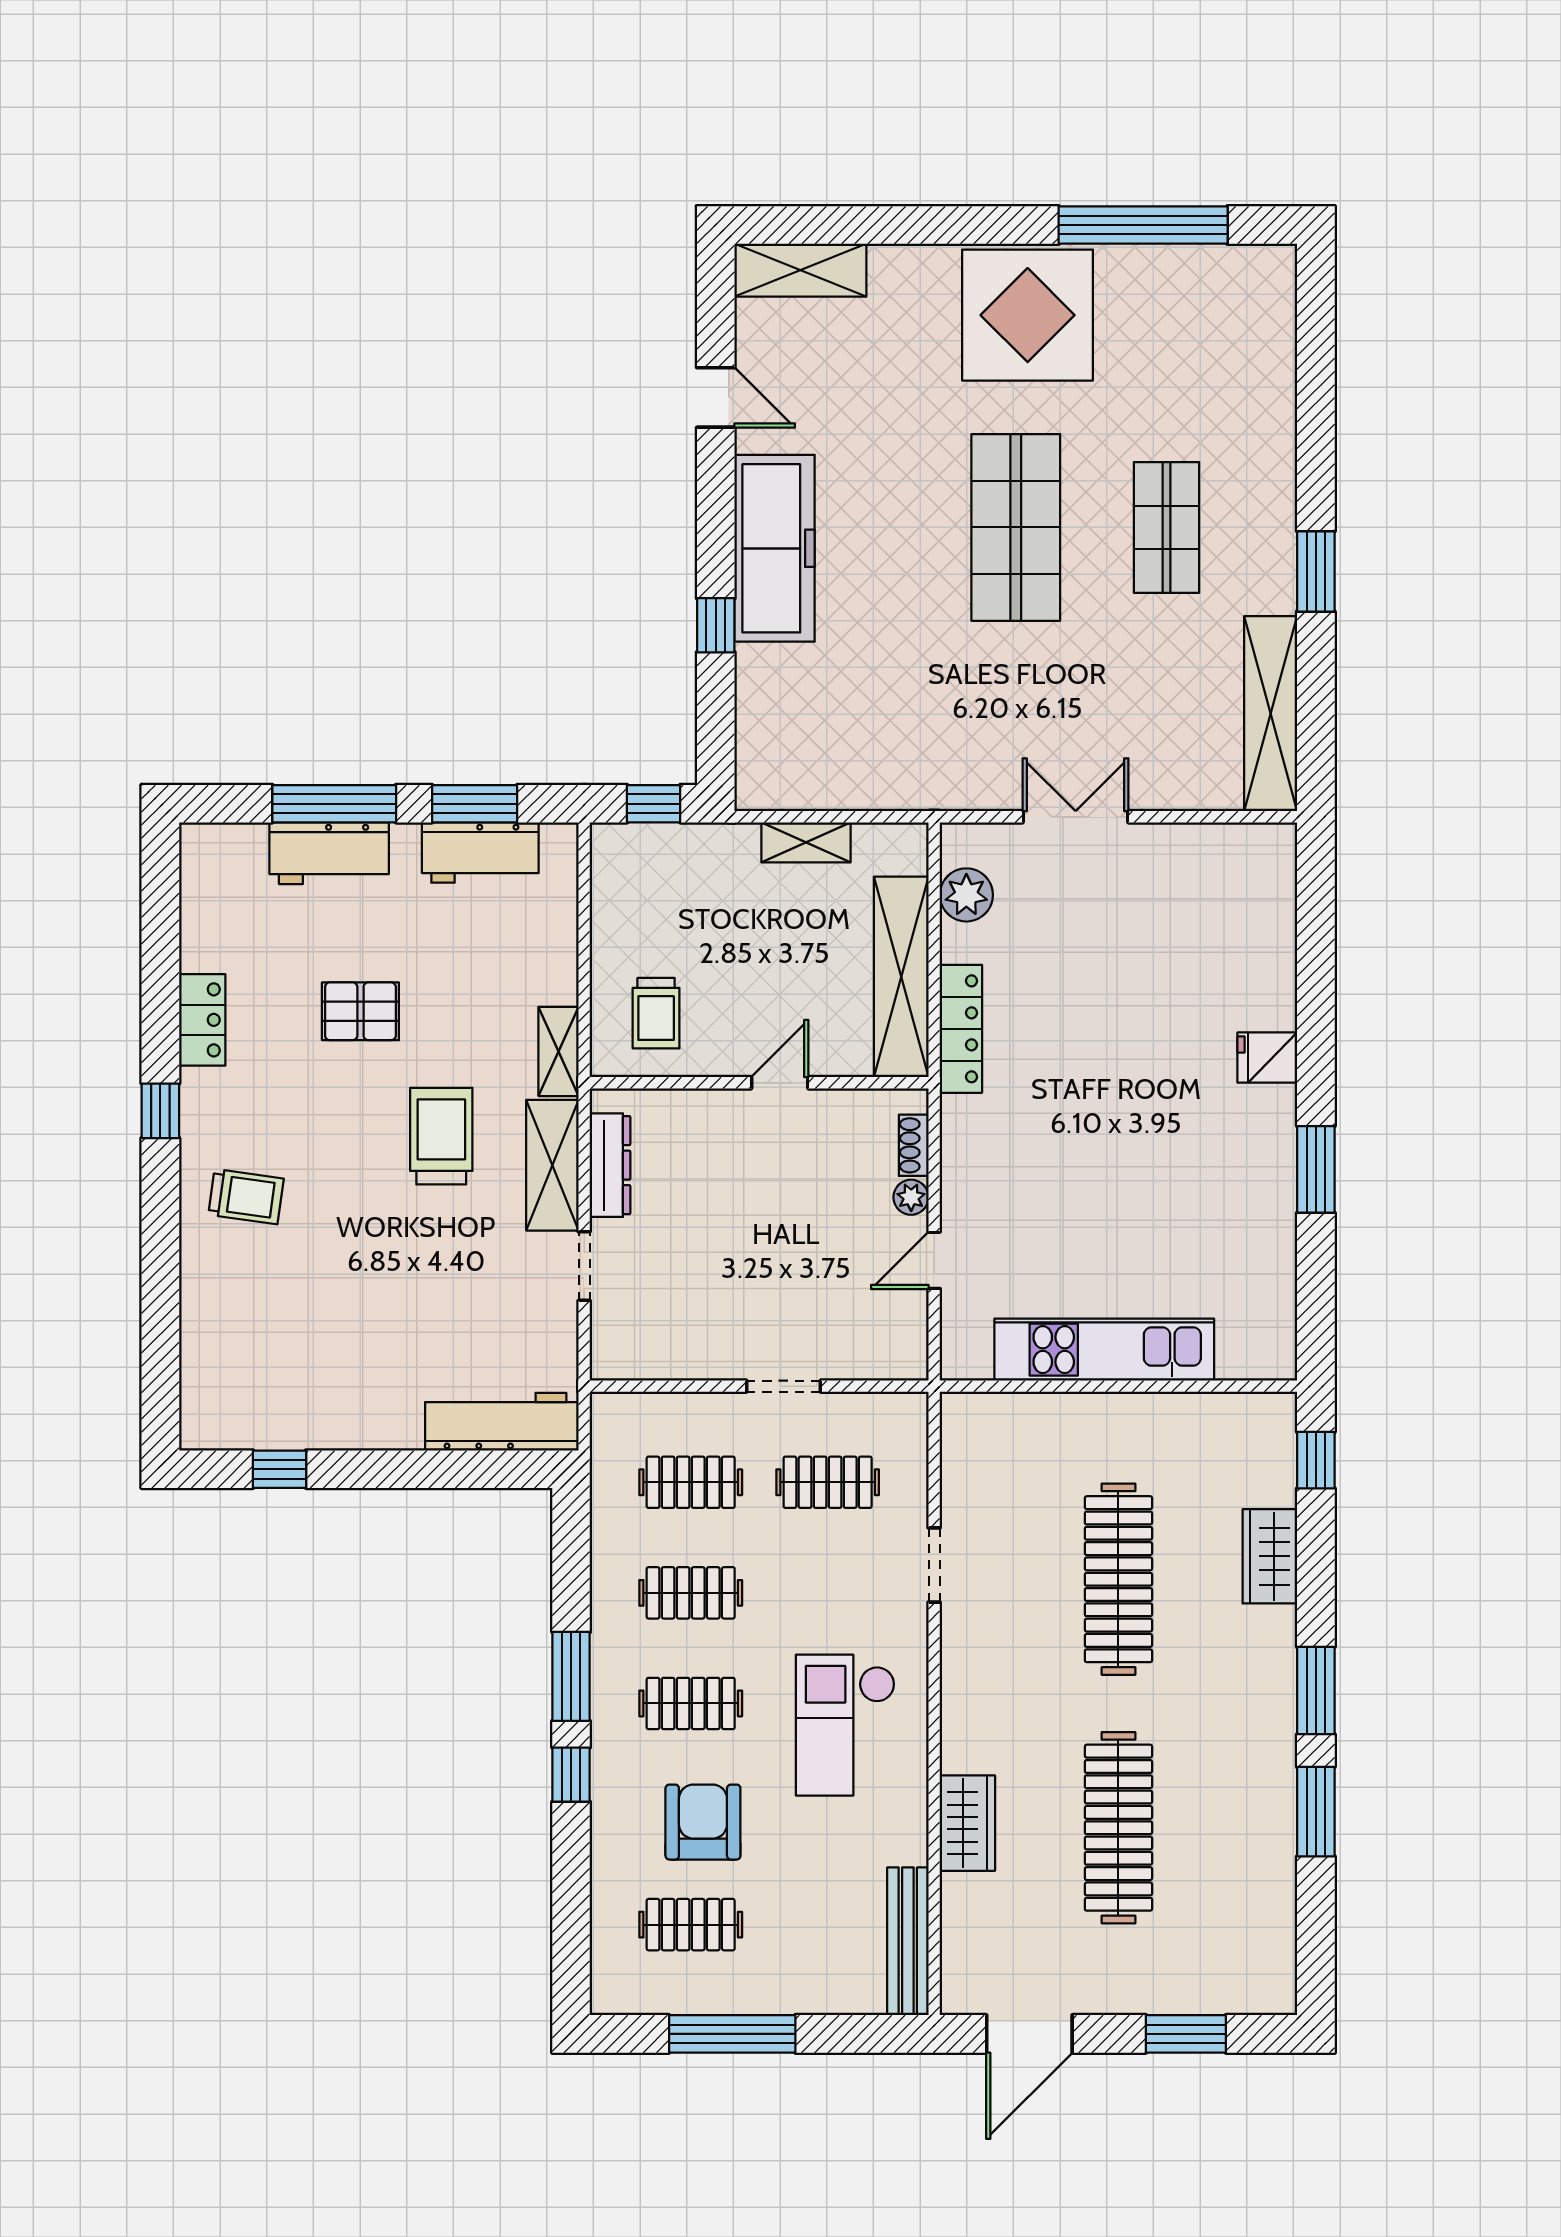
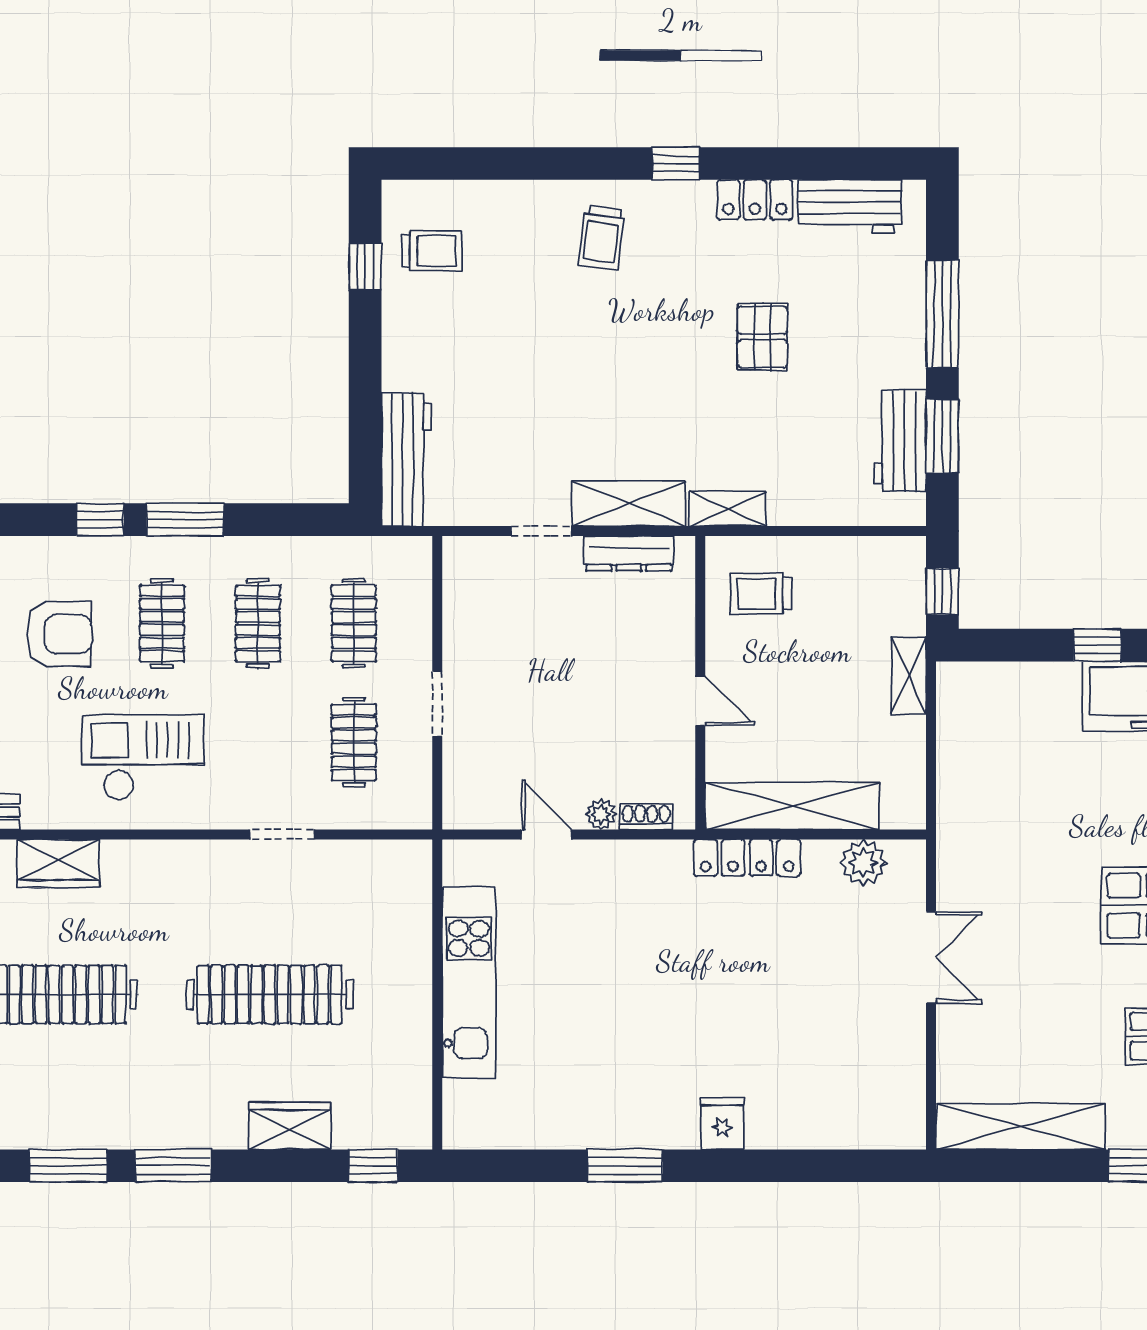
shelving: (806, 842) -> (909, 676), moved
workbench: (329, 853) -> (850, 206), moved, turned -90
trolley: (441, 1136) -> (432, 251), moved, width x0.73, depth x0.72

